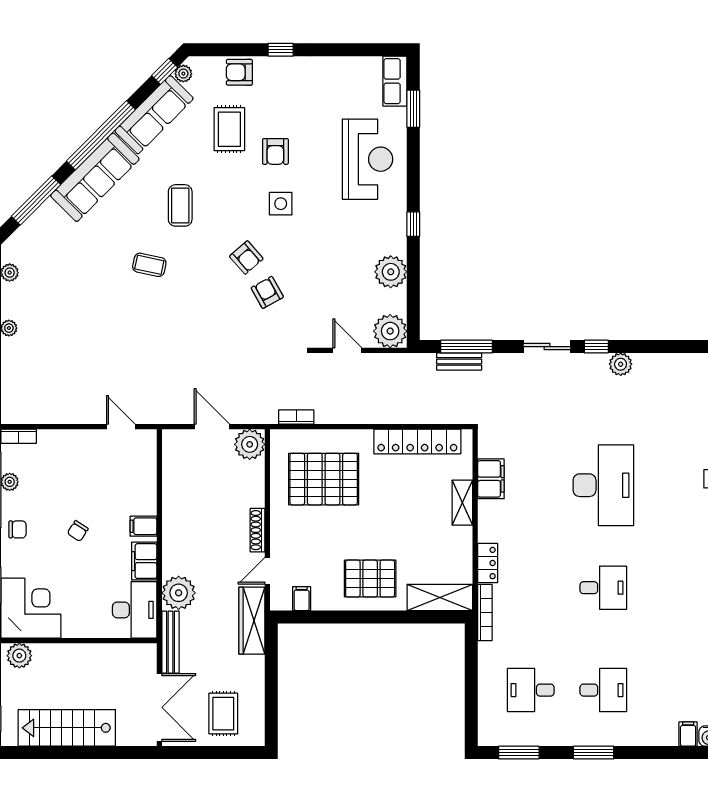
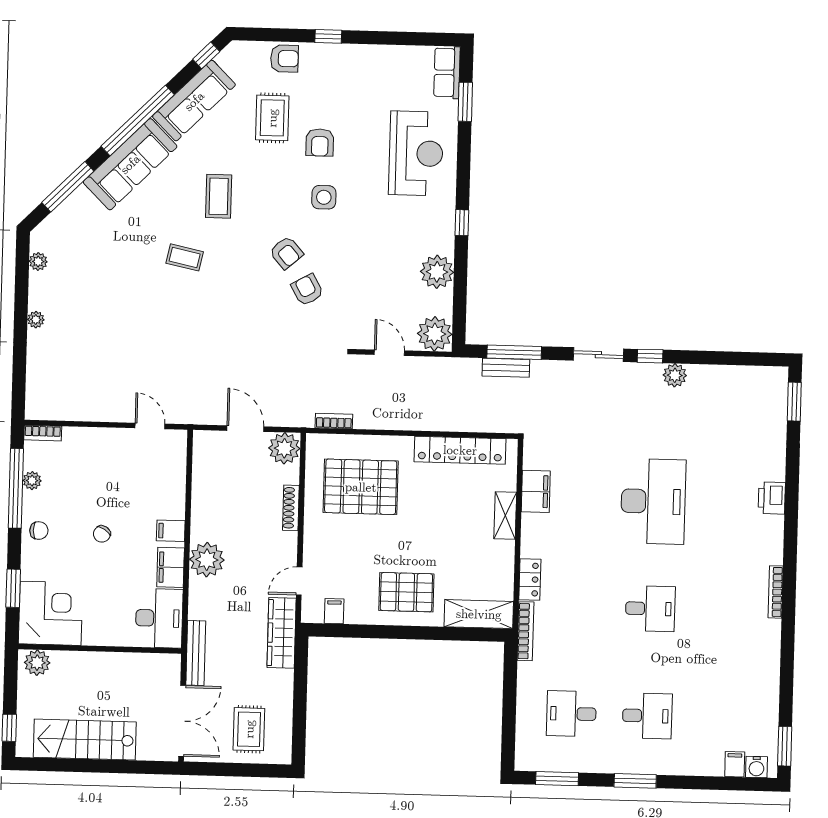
armchair: (239, 72) -> (284, 59), turned 180
plant: (183, 74) -> (226, 58), removed
shoe rack: (257, 530) -> (291, 508), moved
plant: (179, 593) -> (207, 560), moved

